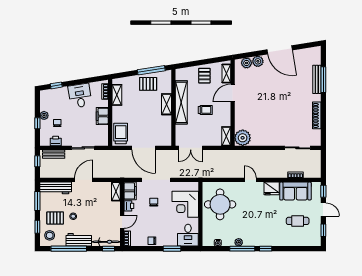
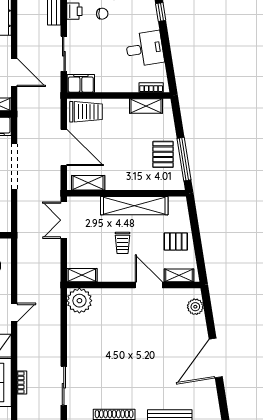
plant: (258, 61) -> (198, 324), removed
shelving: (167, 104) -> (88, 183), moved
filing cabinet: (102, 116) -> (81, 83), moved
door: (144, 148) -> (64, 147), swing flipped
door: (84, 180) -> (14, 73), moved

